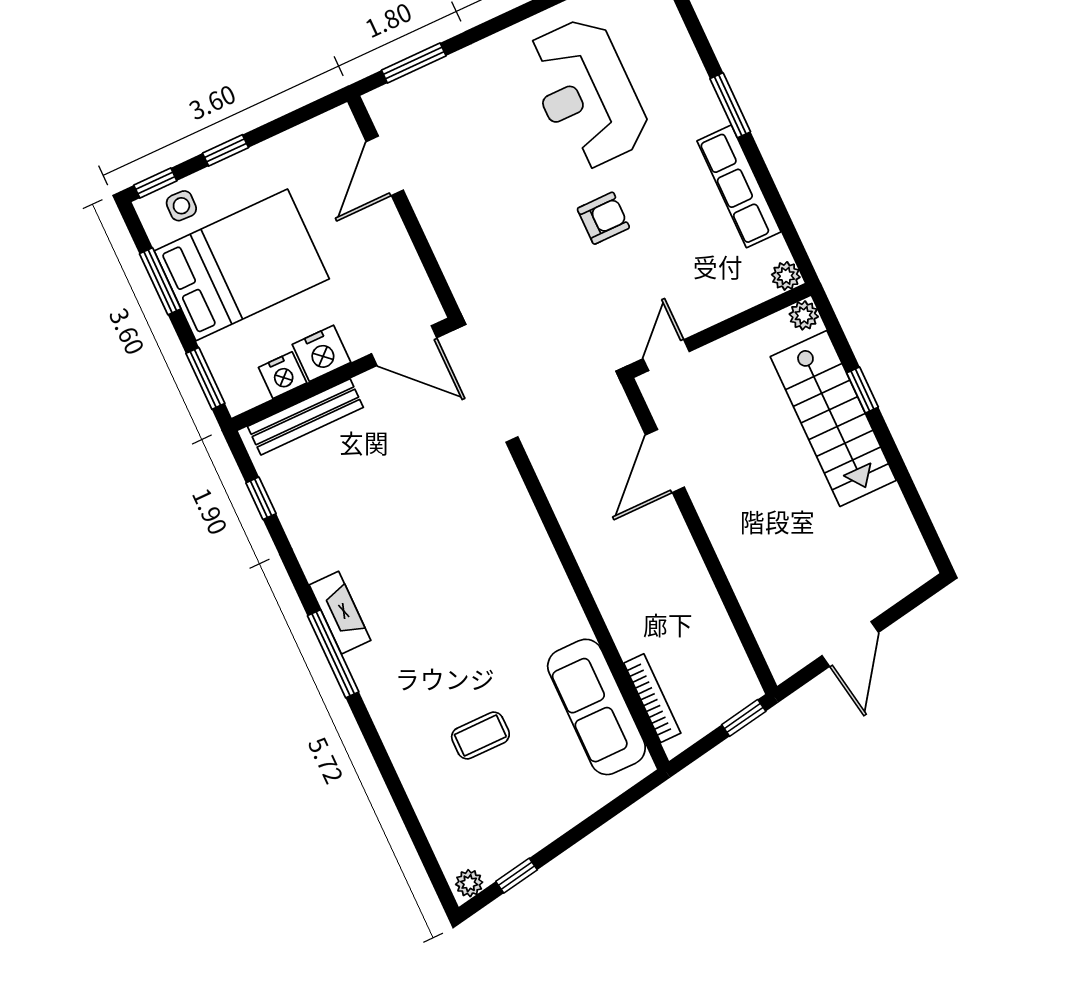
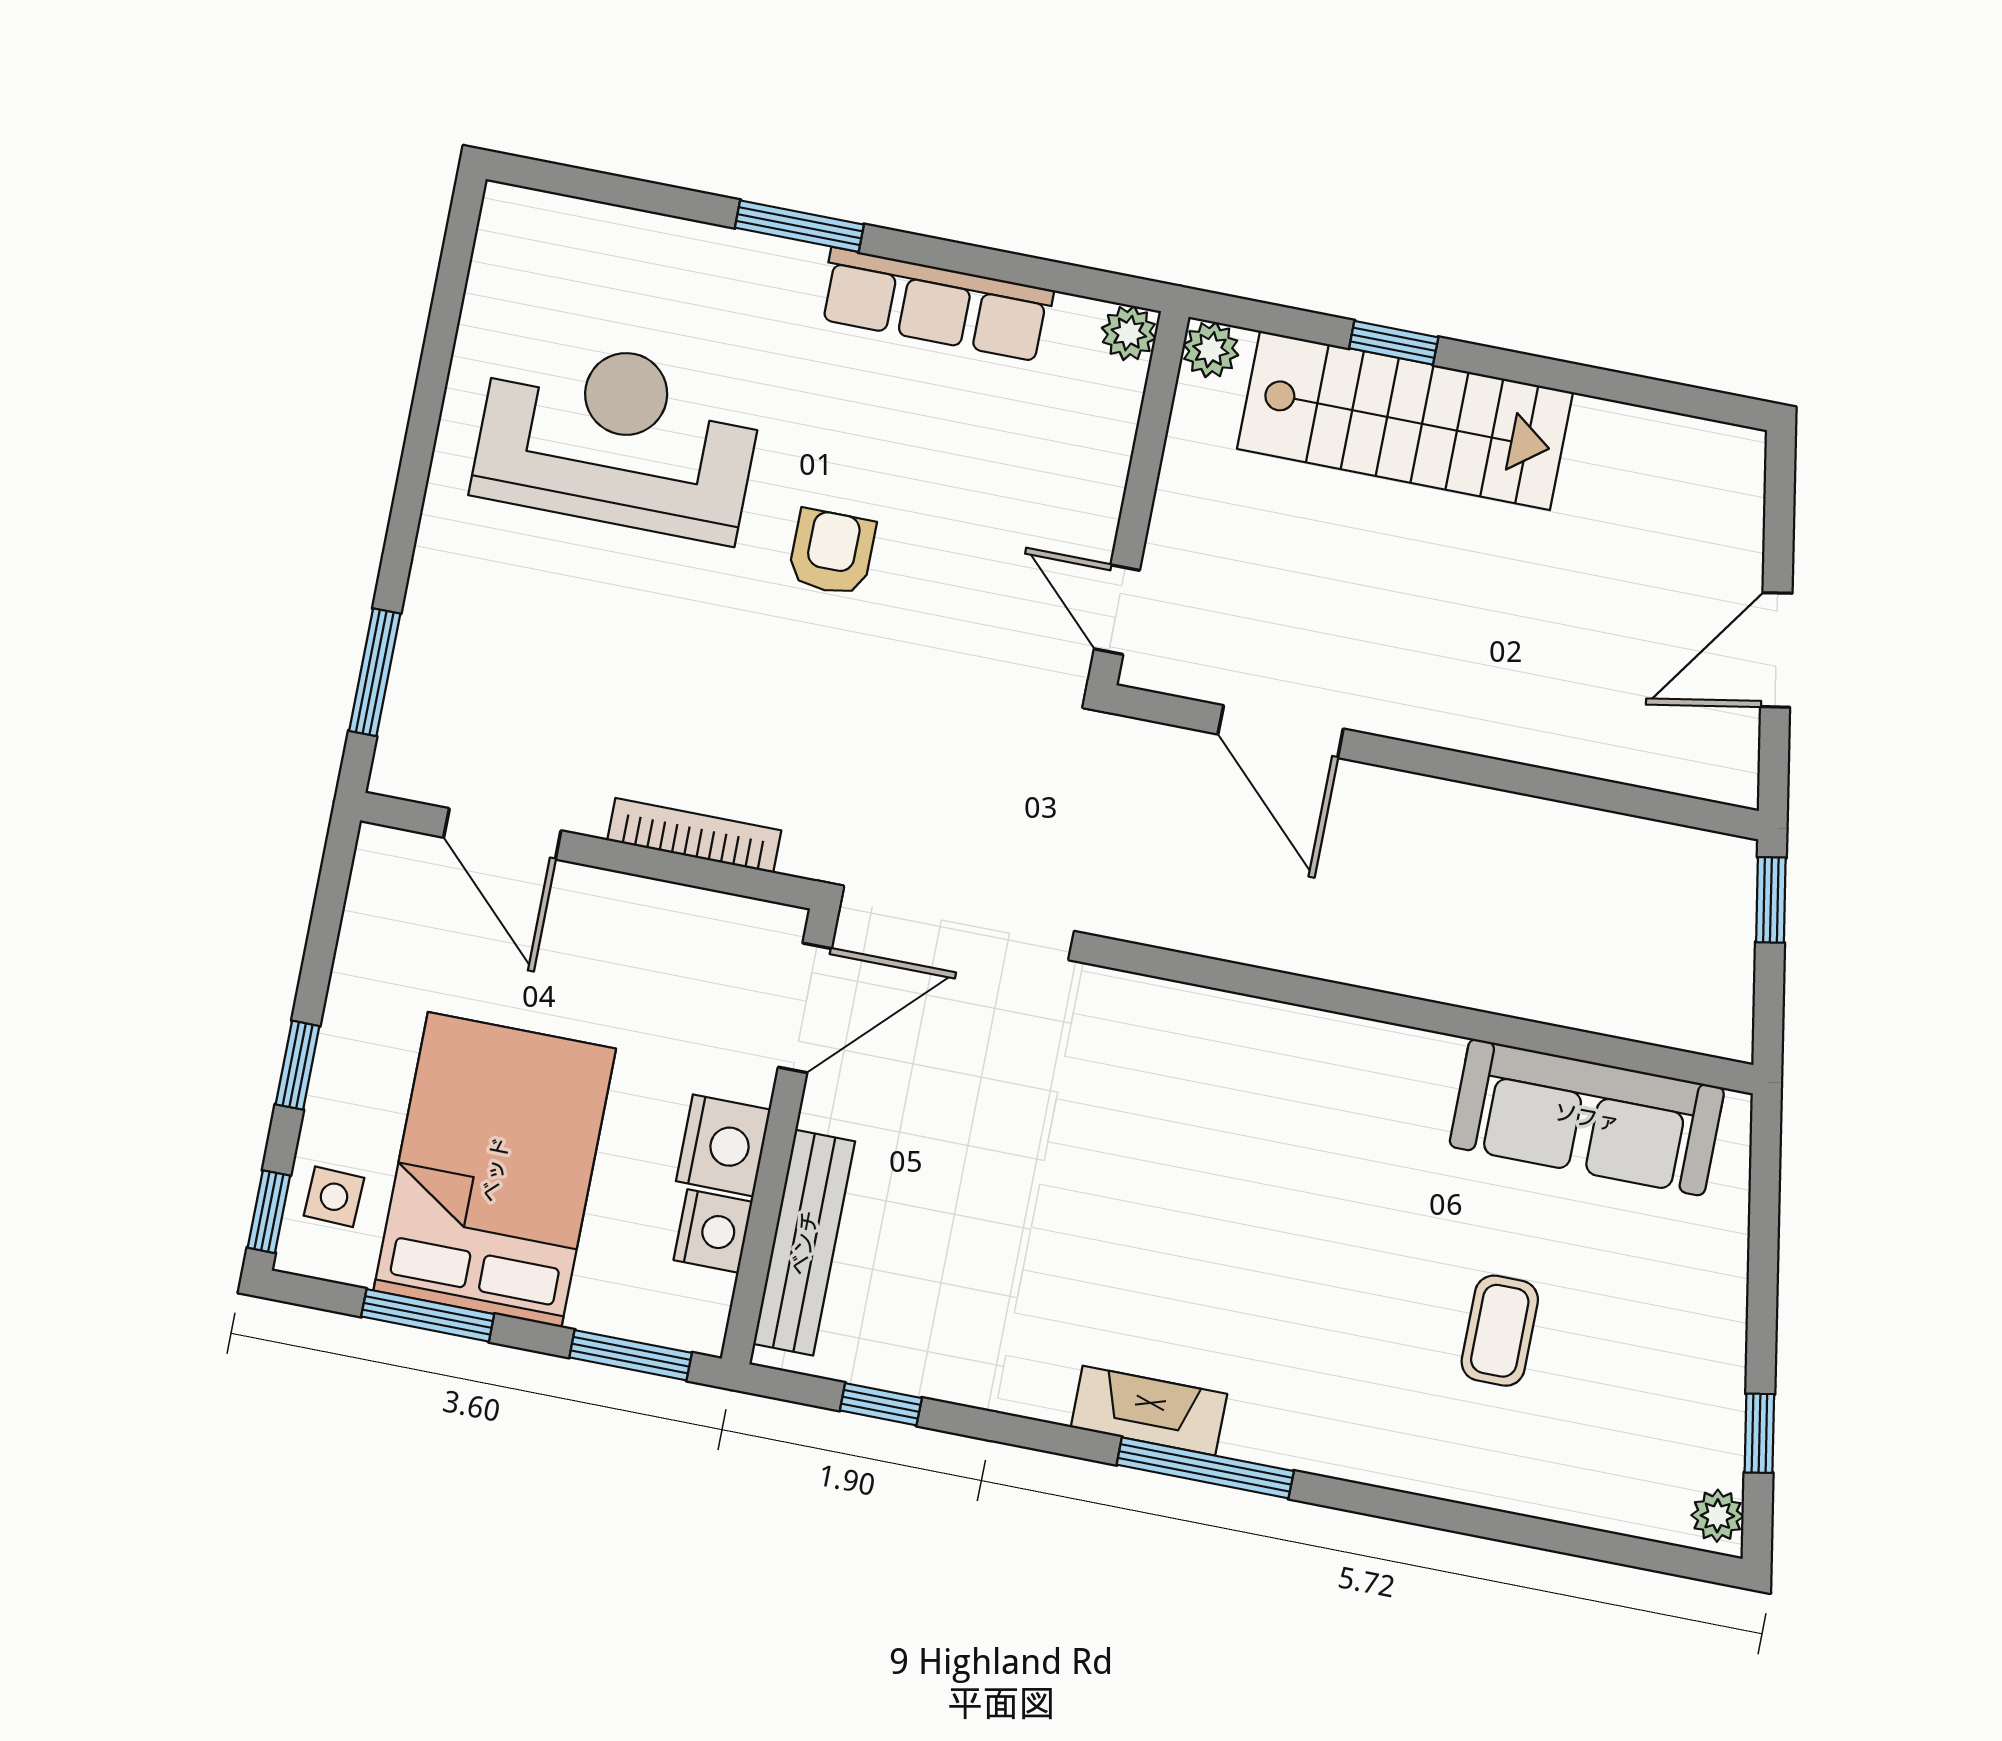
reception desk: (586, 93) -> (618, 437), turned 180
door: (850, 644) -> (1776, 650), swing flipped
bookcase: (652, 698) -> (694, 835), moved

